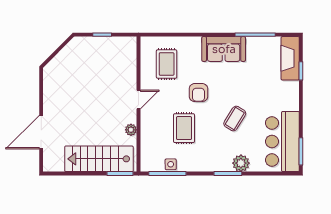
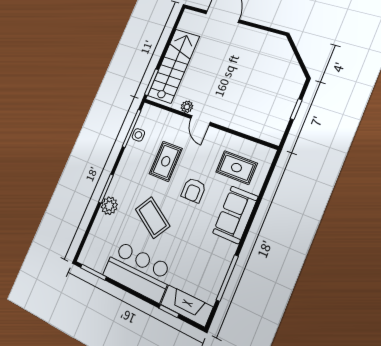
sofa: (224, 49) -> (235, 215), moved
armchair: (198, 93) -> (194, 190), turned -90
door: (138, 100) -> (200, 120), moved
coffee table: (235, 119) -> (153, 218), width x1.36, depth x1.30
rug: (184, 128) -> (166, 161), turned 90
bar counter: (282, 141) -> (138, 271), moved

